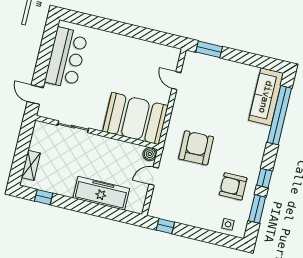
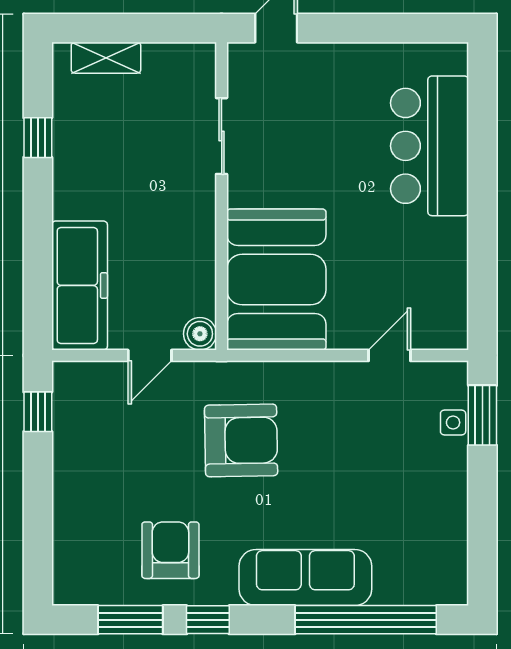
bar counter: (66, 58) -> (430, 146), moved, turned 90
sofa: (266, 97) -> (305, 578), moved
door: (154, 176) -> (150, 355), swing flipped
freezer: (101, 193) -> (80, 285), moved
window: (44, 197) -> (38, 138), moved
side table: (228, 224) -> (453, 423), moved

